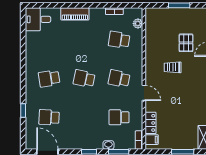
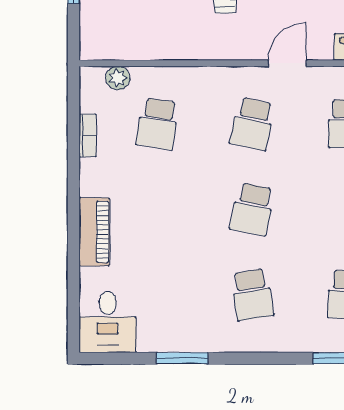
window: (23, 50) -> (182, 358), added

